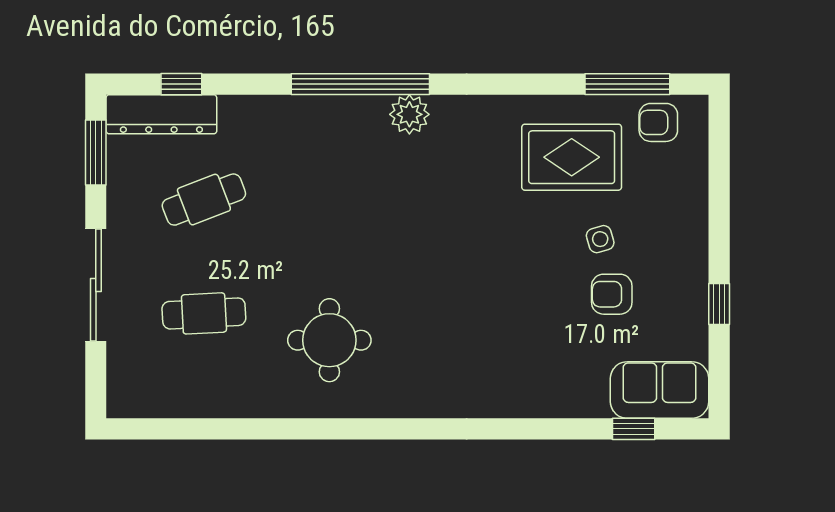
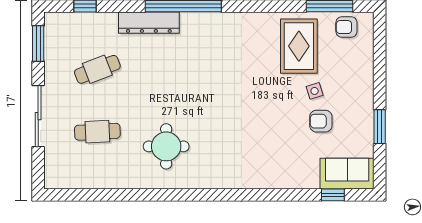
dresser: (161, 114) -> (149, 23), moved
plant: (409, 114) -> (210, 23), removed
rug: (572, 157) -> (299, 46), turned 90
window: (719, 304) -> (380, 127), width x1.50

